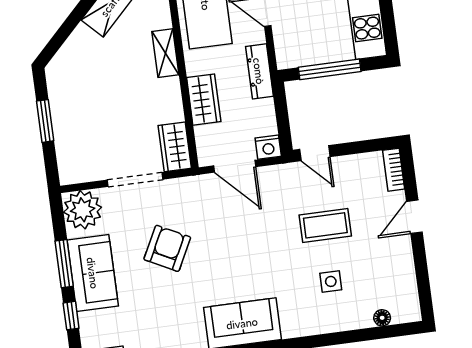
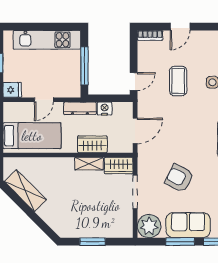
shelving: (165, 53) -> (89, 164), moved
nightstand: (268, 147) -> (105, 109), moved, turned -90
door: (414, 217) -> (180, 27), hinge flipped

